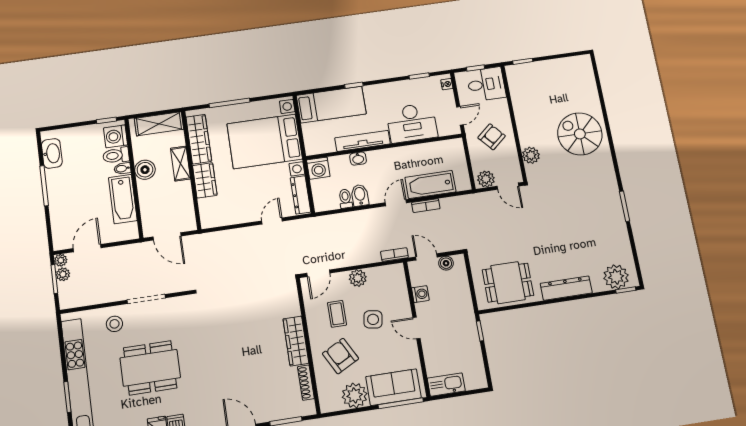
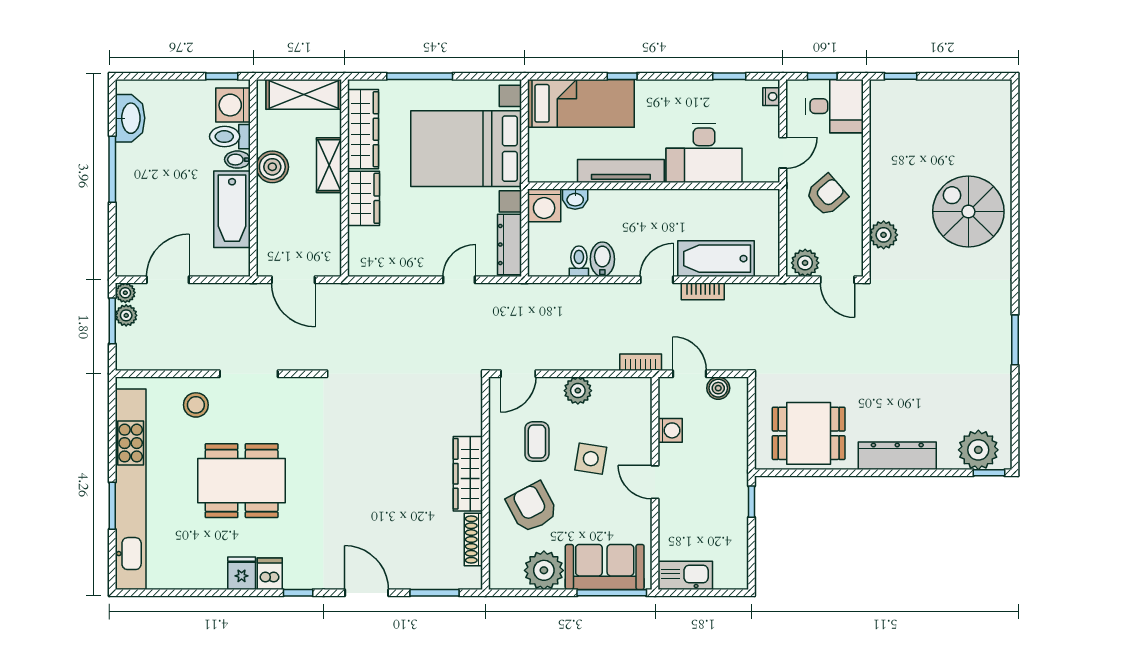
washbasin: (358, 159) -> (575, 199), moved

